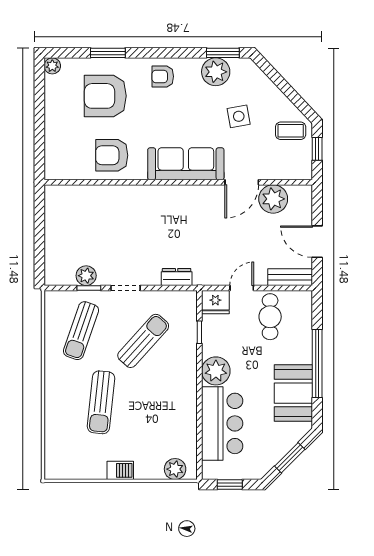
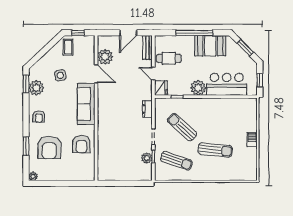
plant: (175, 469) -> (251, 110), removed

